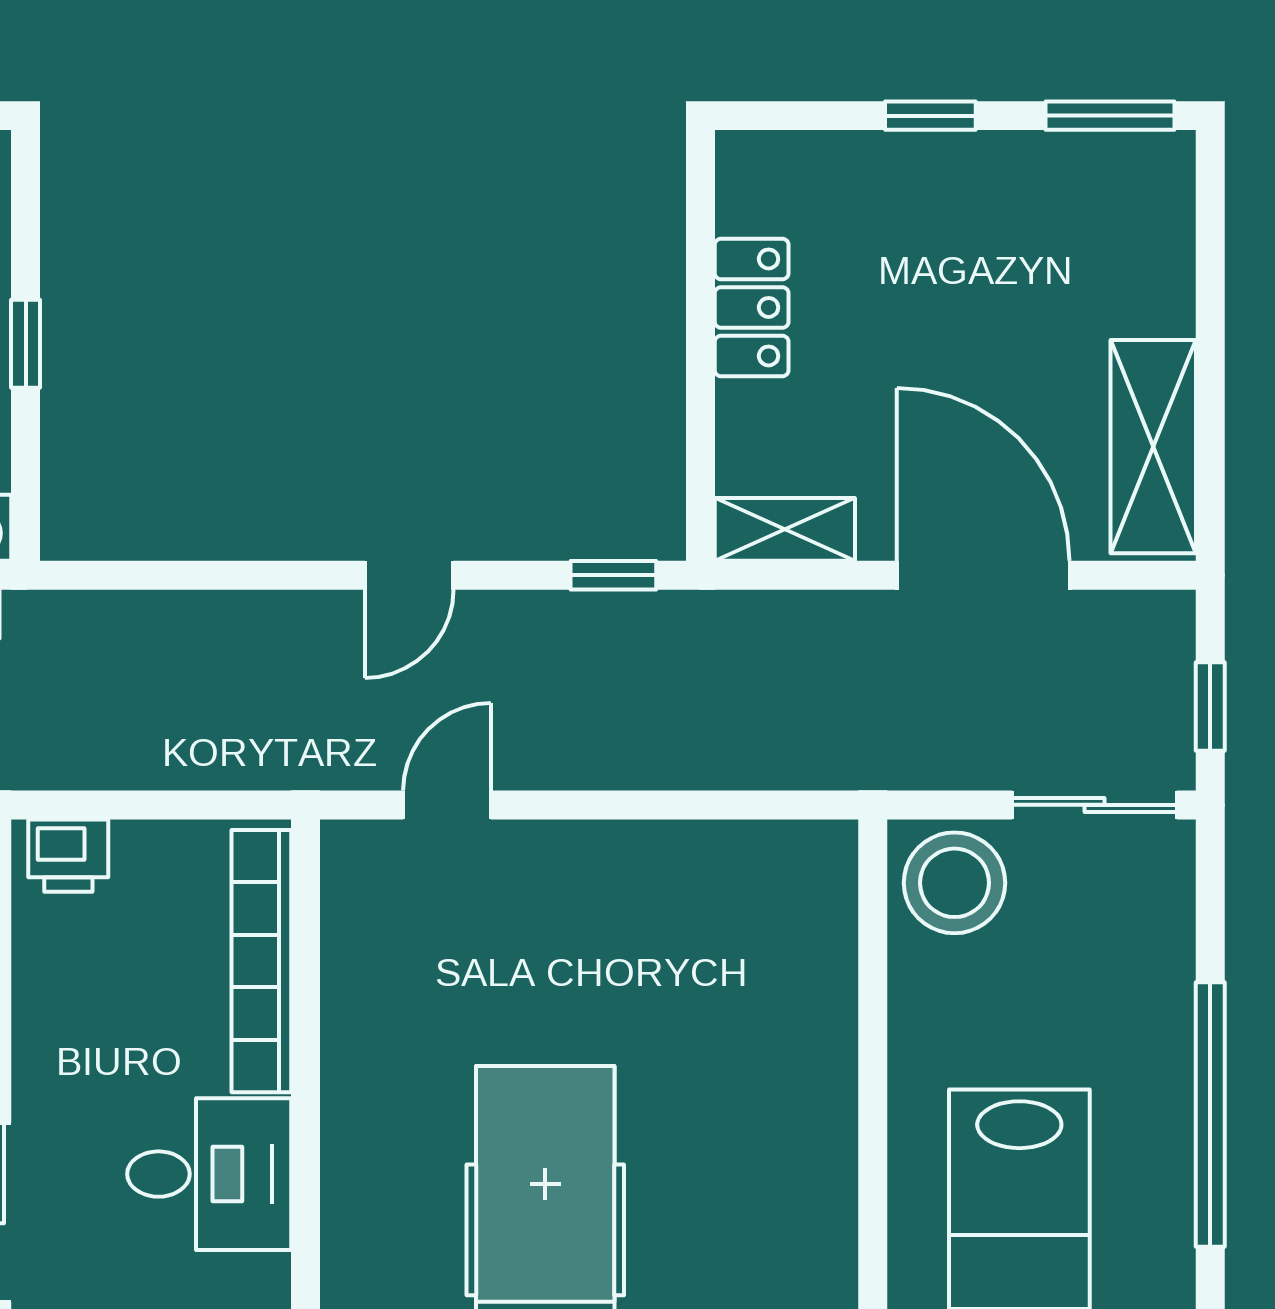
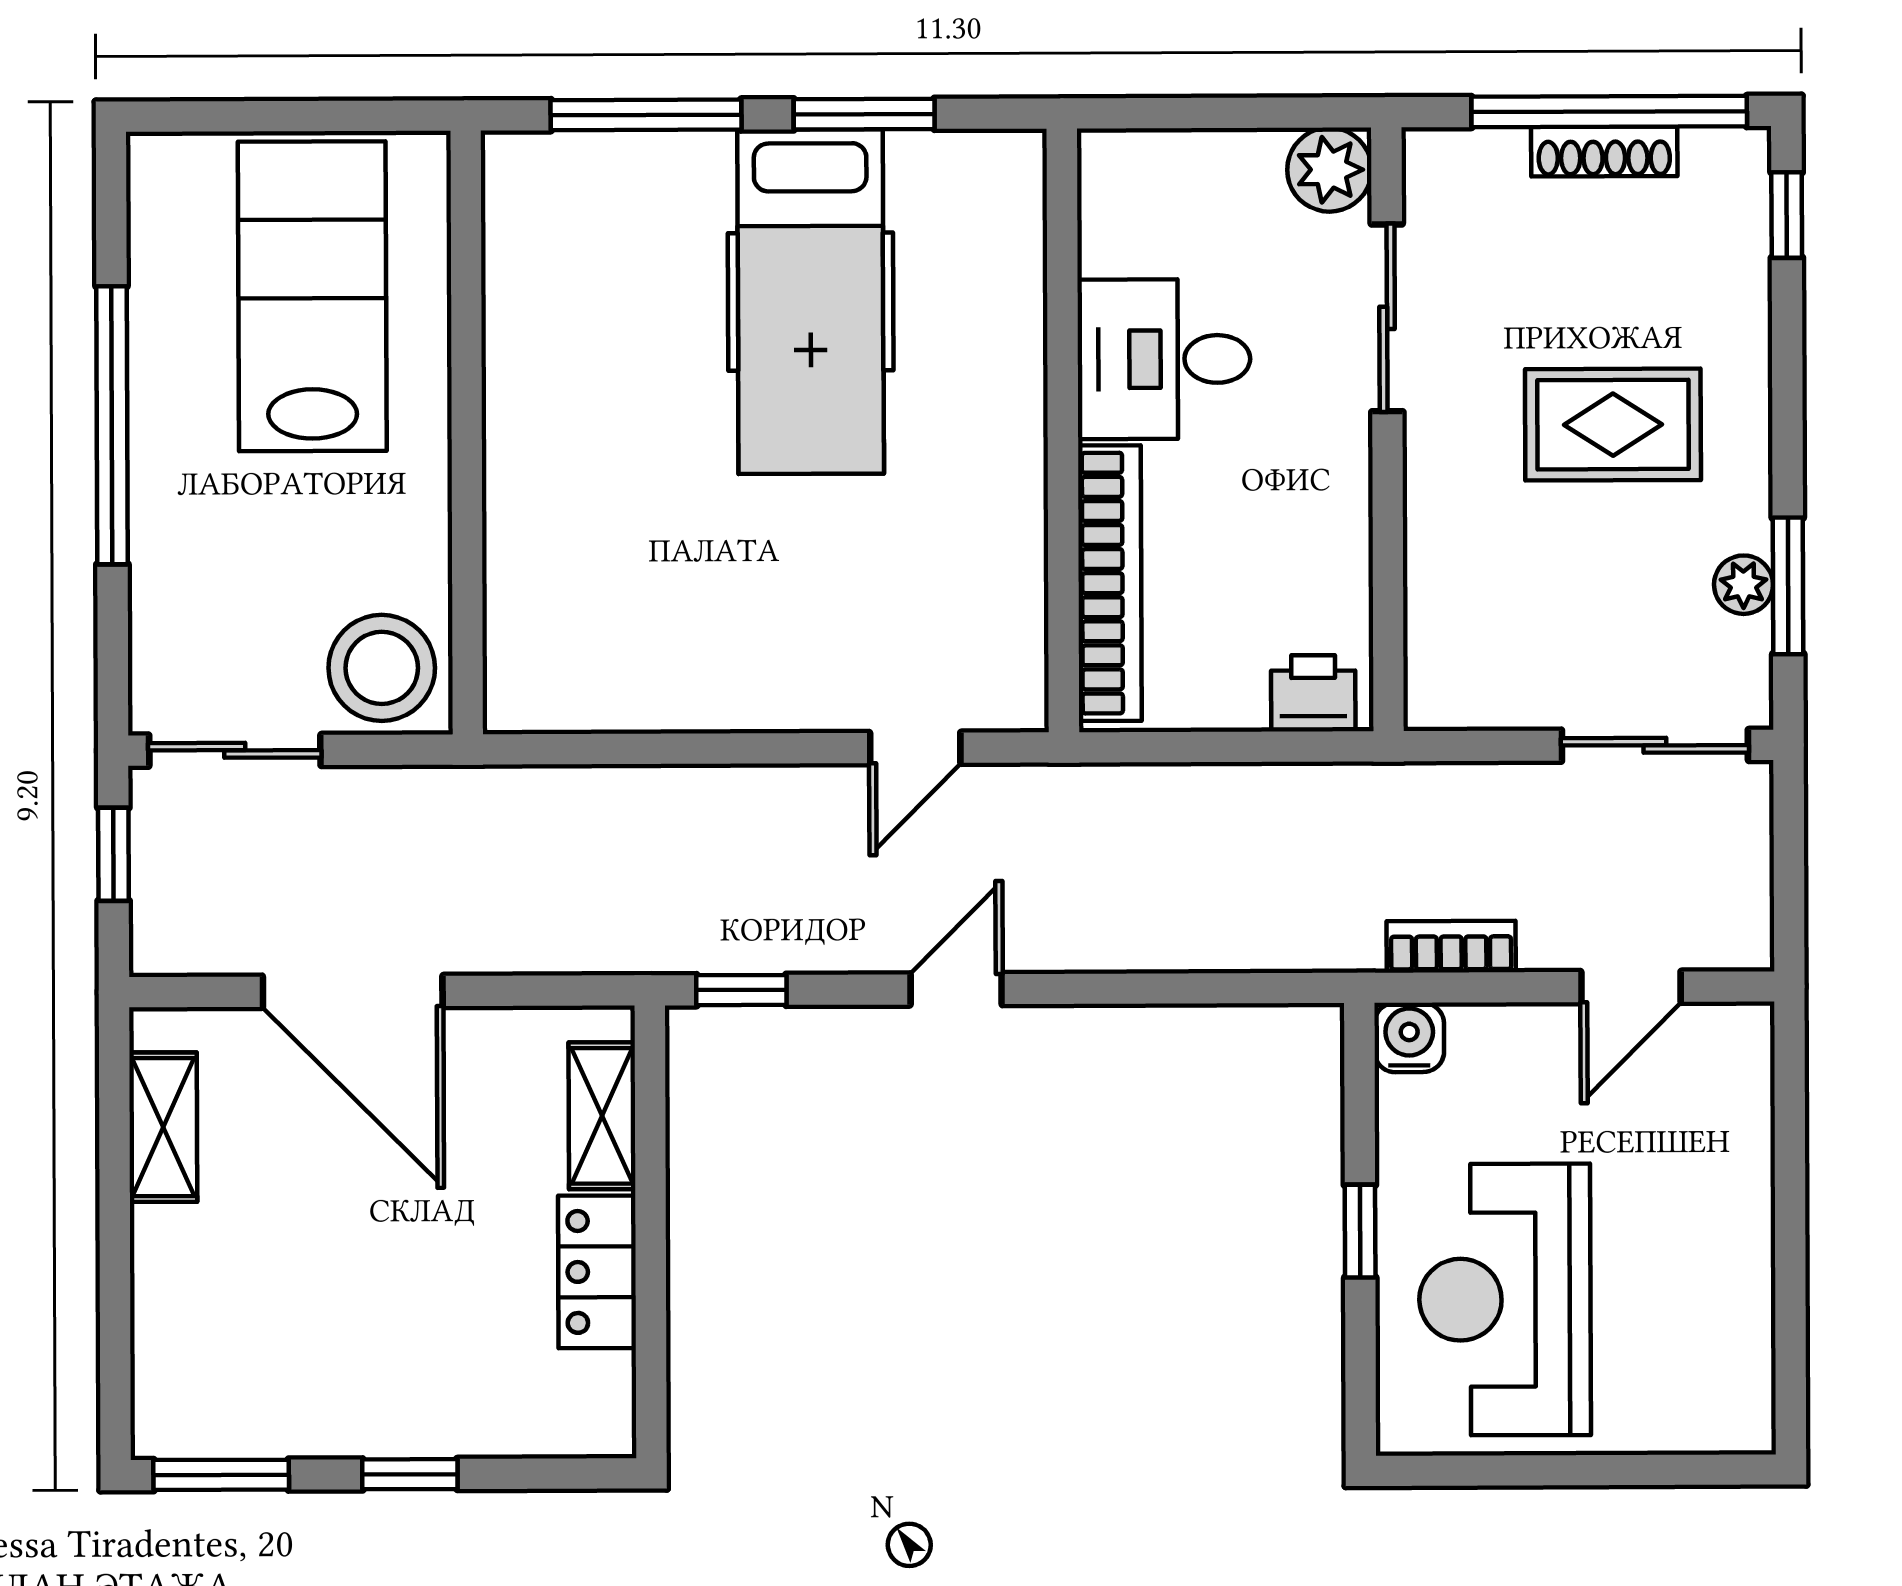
shelving: (1153, 447) -> (163, 1127), width x0.67, depth x0.75
shelving: (785, 529) -> (602, 1116), moved, turned 90

